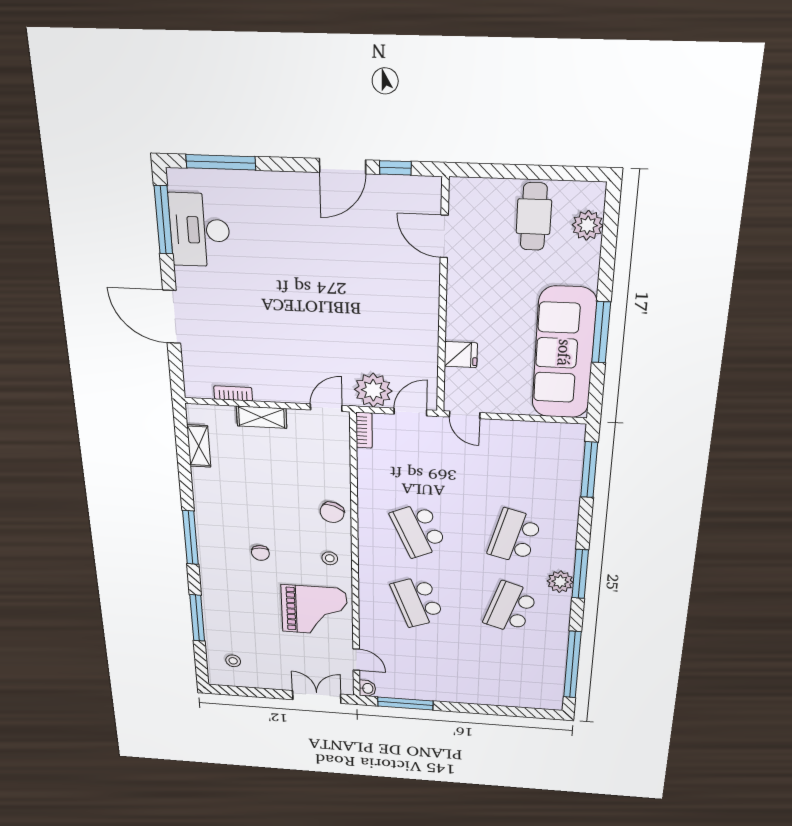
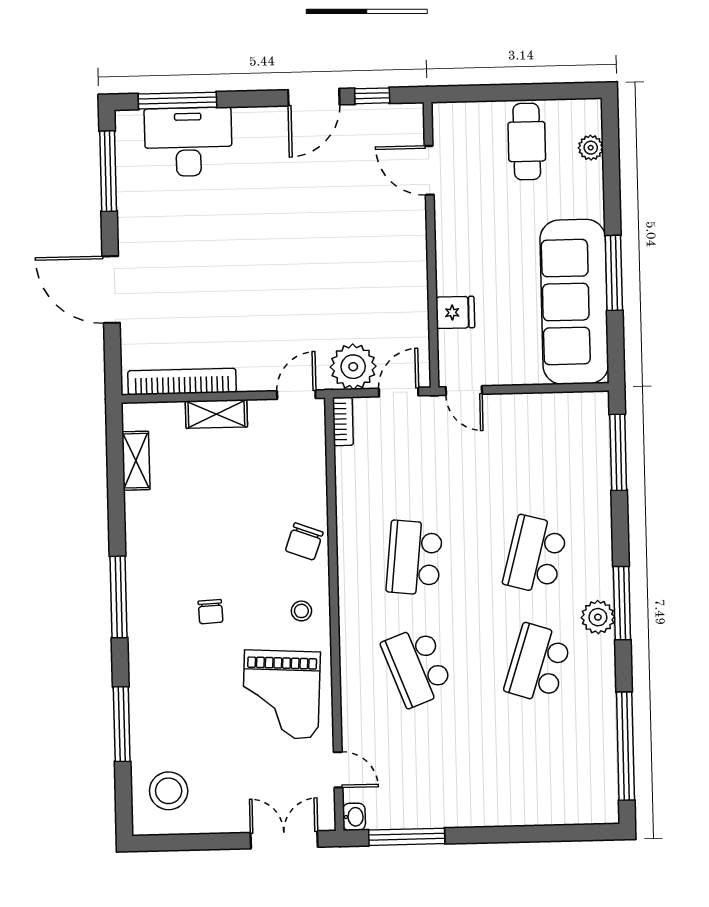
plant: (588, 225) -> (591, 148), width x0.73, depth x0.73
desk: (200, 230) -> (188, 142), moved, turned 90
bookcase: (233, 393) -> (182, 382), width x2.31, depth x1.31
school desk: (418, 530) -> (414, 558), turned 30
grand piano: (314, 610) -> (281, 694), turned 93
stool: (233, 661) -> (169, 791), width x1.89, depth x1.89

